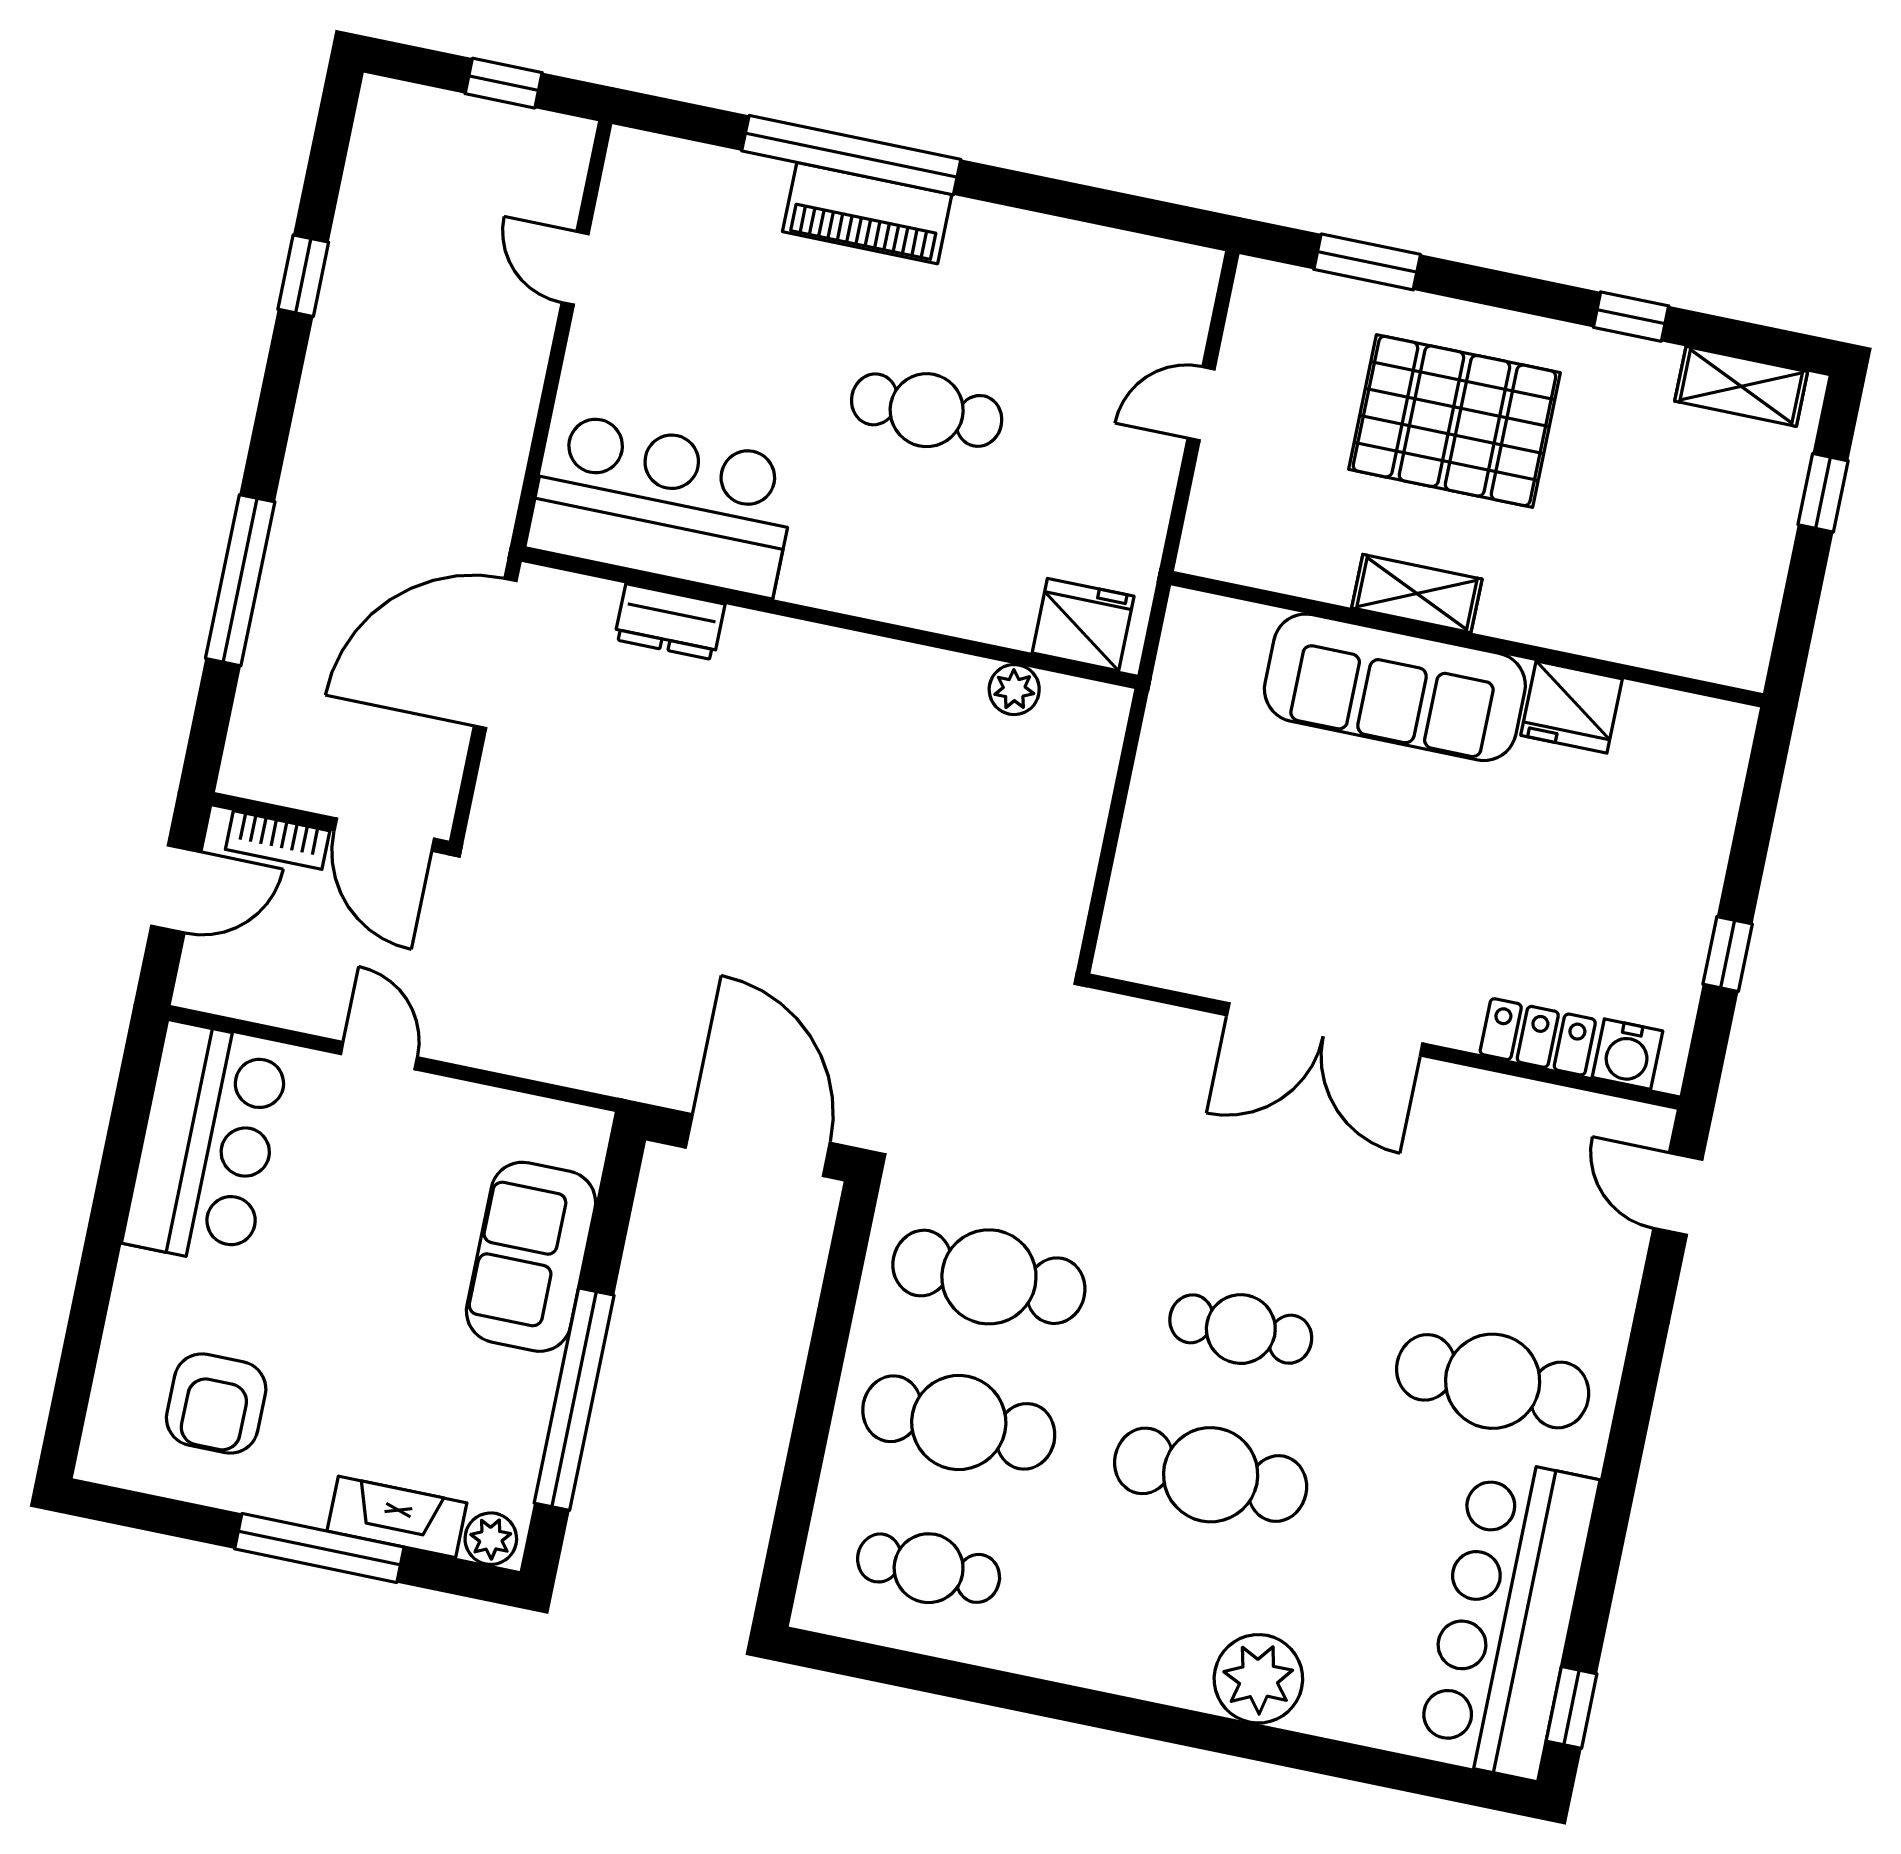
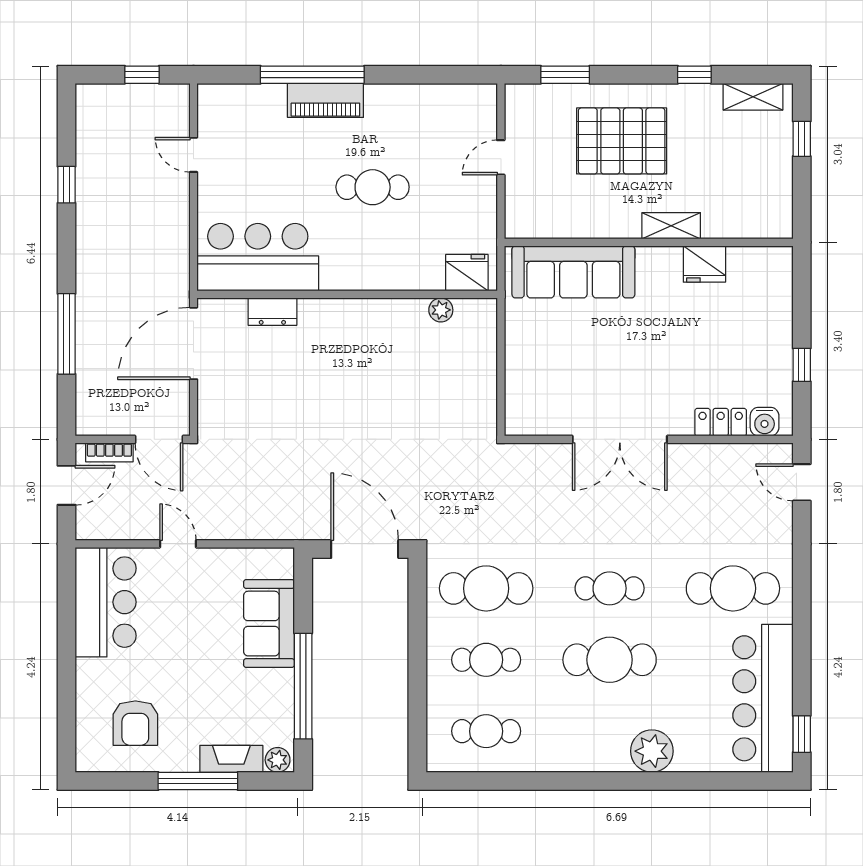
shelving: (1417, 593) -> (671, 226), moved
sofa: (1395, 687) -> (573, 272), moved
cafe table: (959, 1423) -> (486, 660), width x0.73, depth x0.74

